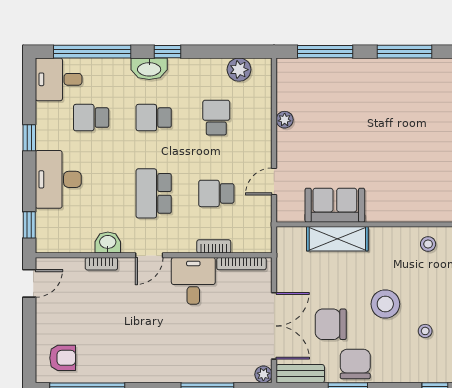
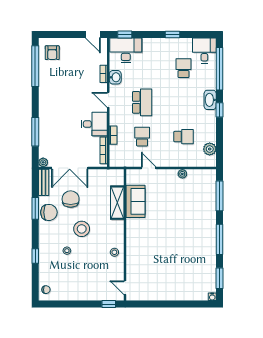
school desk: (154, 118) -> (183, 102), removed
desk: (58, 179) -> (126, 50), moved
school desk: (154, 193) -> (142, 102), turned 90

